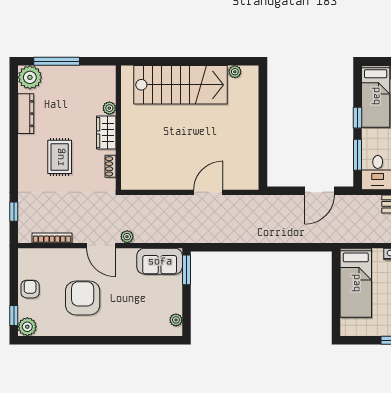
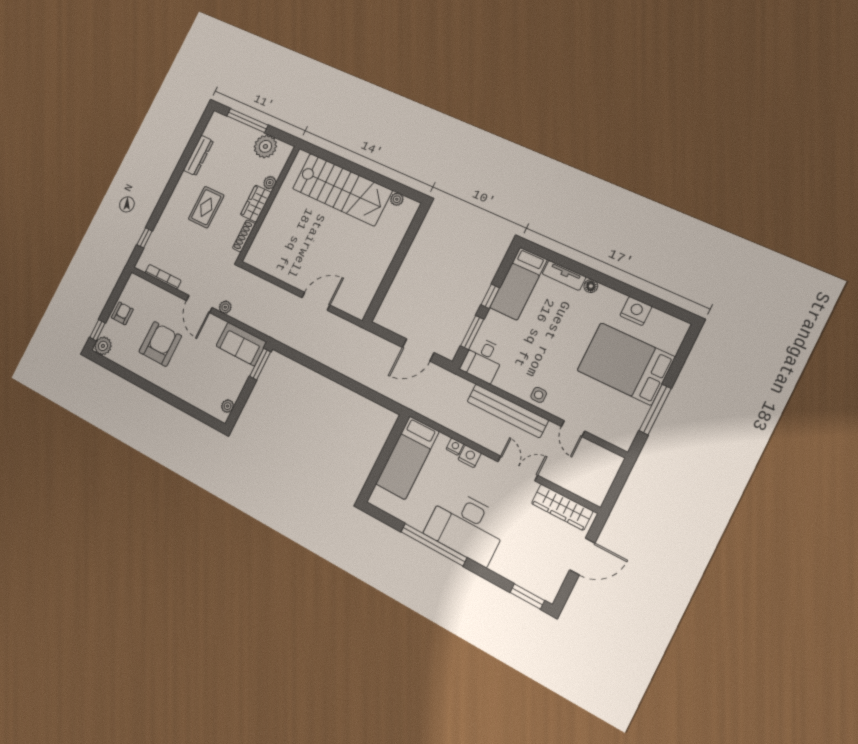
plant: (30, 77) -> (265, 146), moved
shoe rack: (111, 166) -> (244, 236), width x1.43

